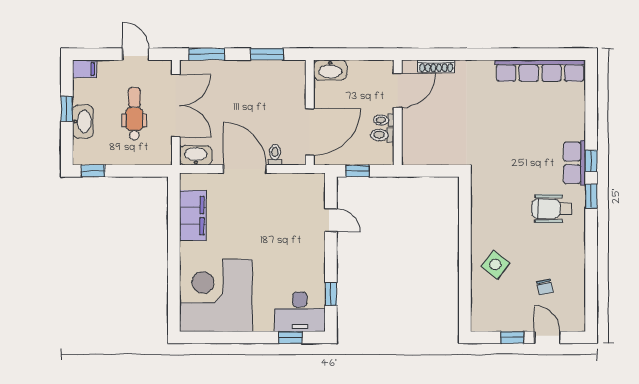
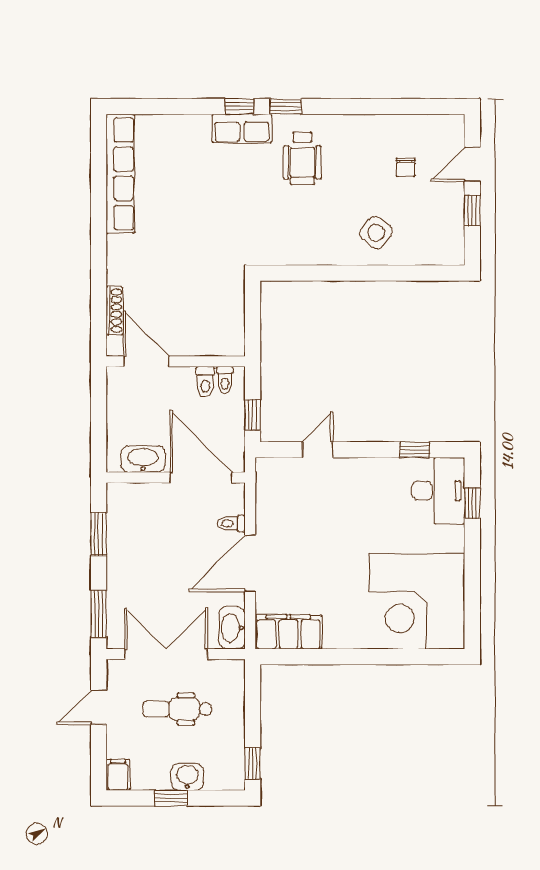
washbasin: (330, 70) -> (143, 459), moved, turned -90
toilet: (384, 120) -> (225, 380), moved
washbasin: (83, 121) -> (187, 777), width x0.72
filing cabinet: (193, 216) -> (288, 632), moved
chair: (545, 287) -> (406, 167), turned 102

